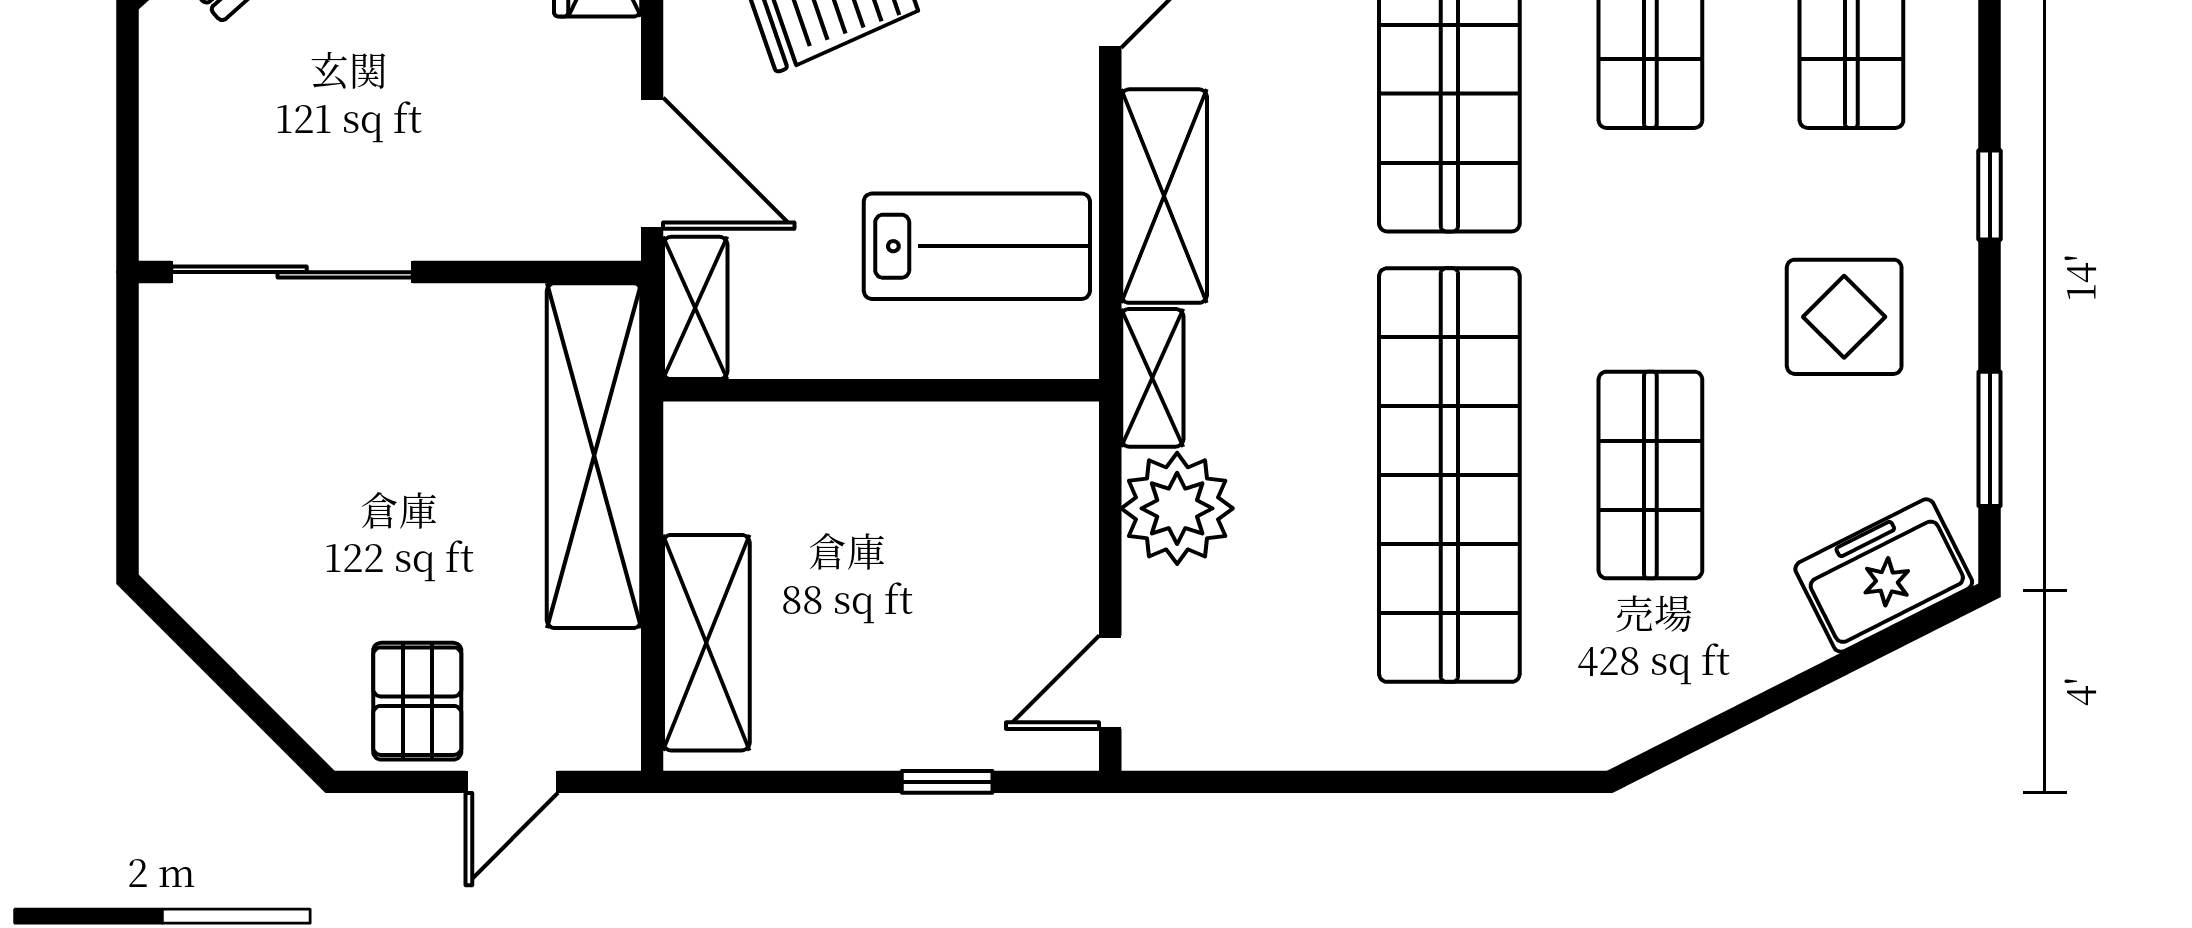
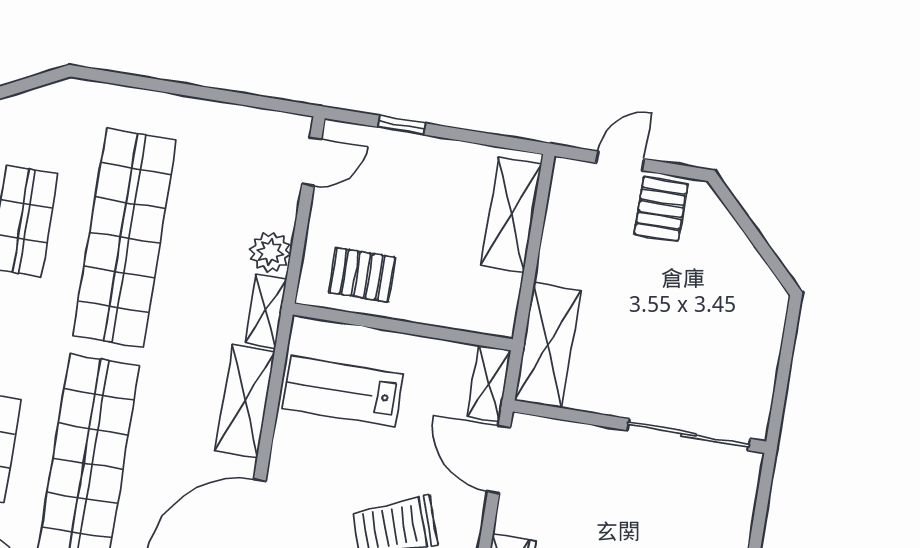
shelving: (594, 456) -> (548, 345), width x0.68
pallet: (977, 478) -> (362, 275), added
plant: (1177, 508) -> (270, 252), width x0.73, depth x0.73

